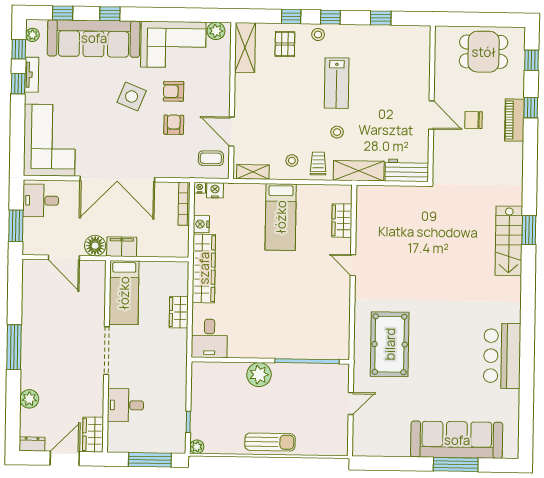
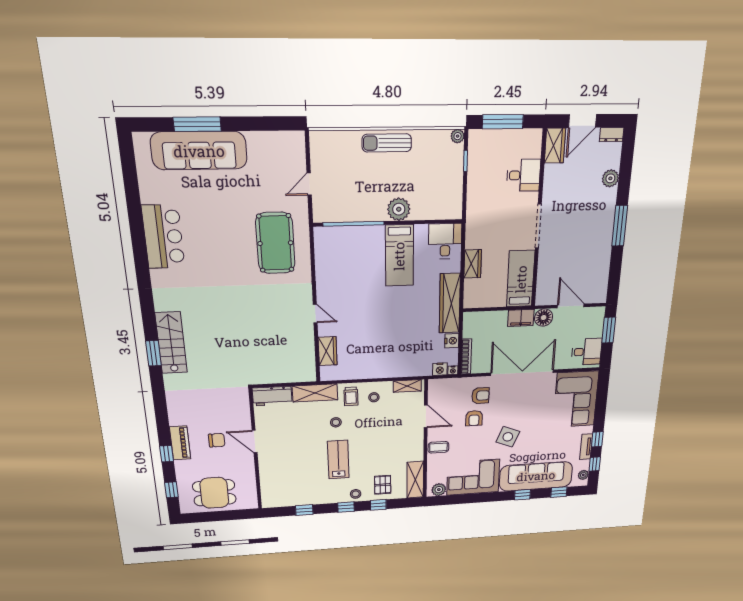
armchair: (174, 91) -> (480, 396), moved
coffee table: (211, 158) -> (438, 447), moved
bed: (281, 217) -> (399, 256), moved, turned 180

